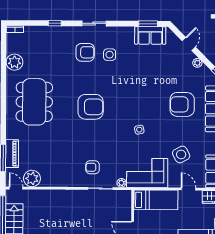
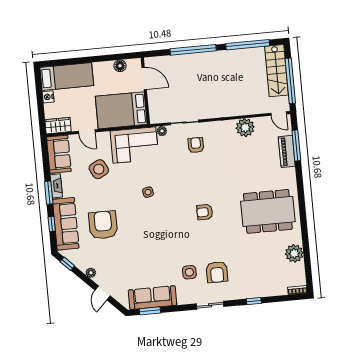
sofa: (150, 35) -> (153, 298), width x1.36
armchair: (85, 52) -> (217, 272), turned -90
dining table: (34, 102) -> (268, 211), turned 90
armchair: (182, 104) -> (103, 225), turned -90
armchair: (91, 107) -> (205, 212), width x0.53, depth x0.53
armchair: (93, 167) -> (196, 145), turned -90
plant: (32, 178) -> (245, 128), moved
bed: (156, 200) -> (121, 110), width x1.50

